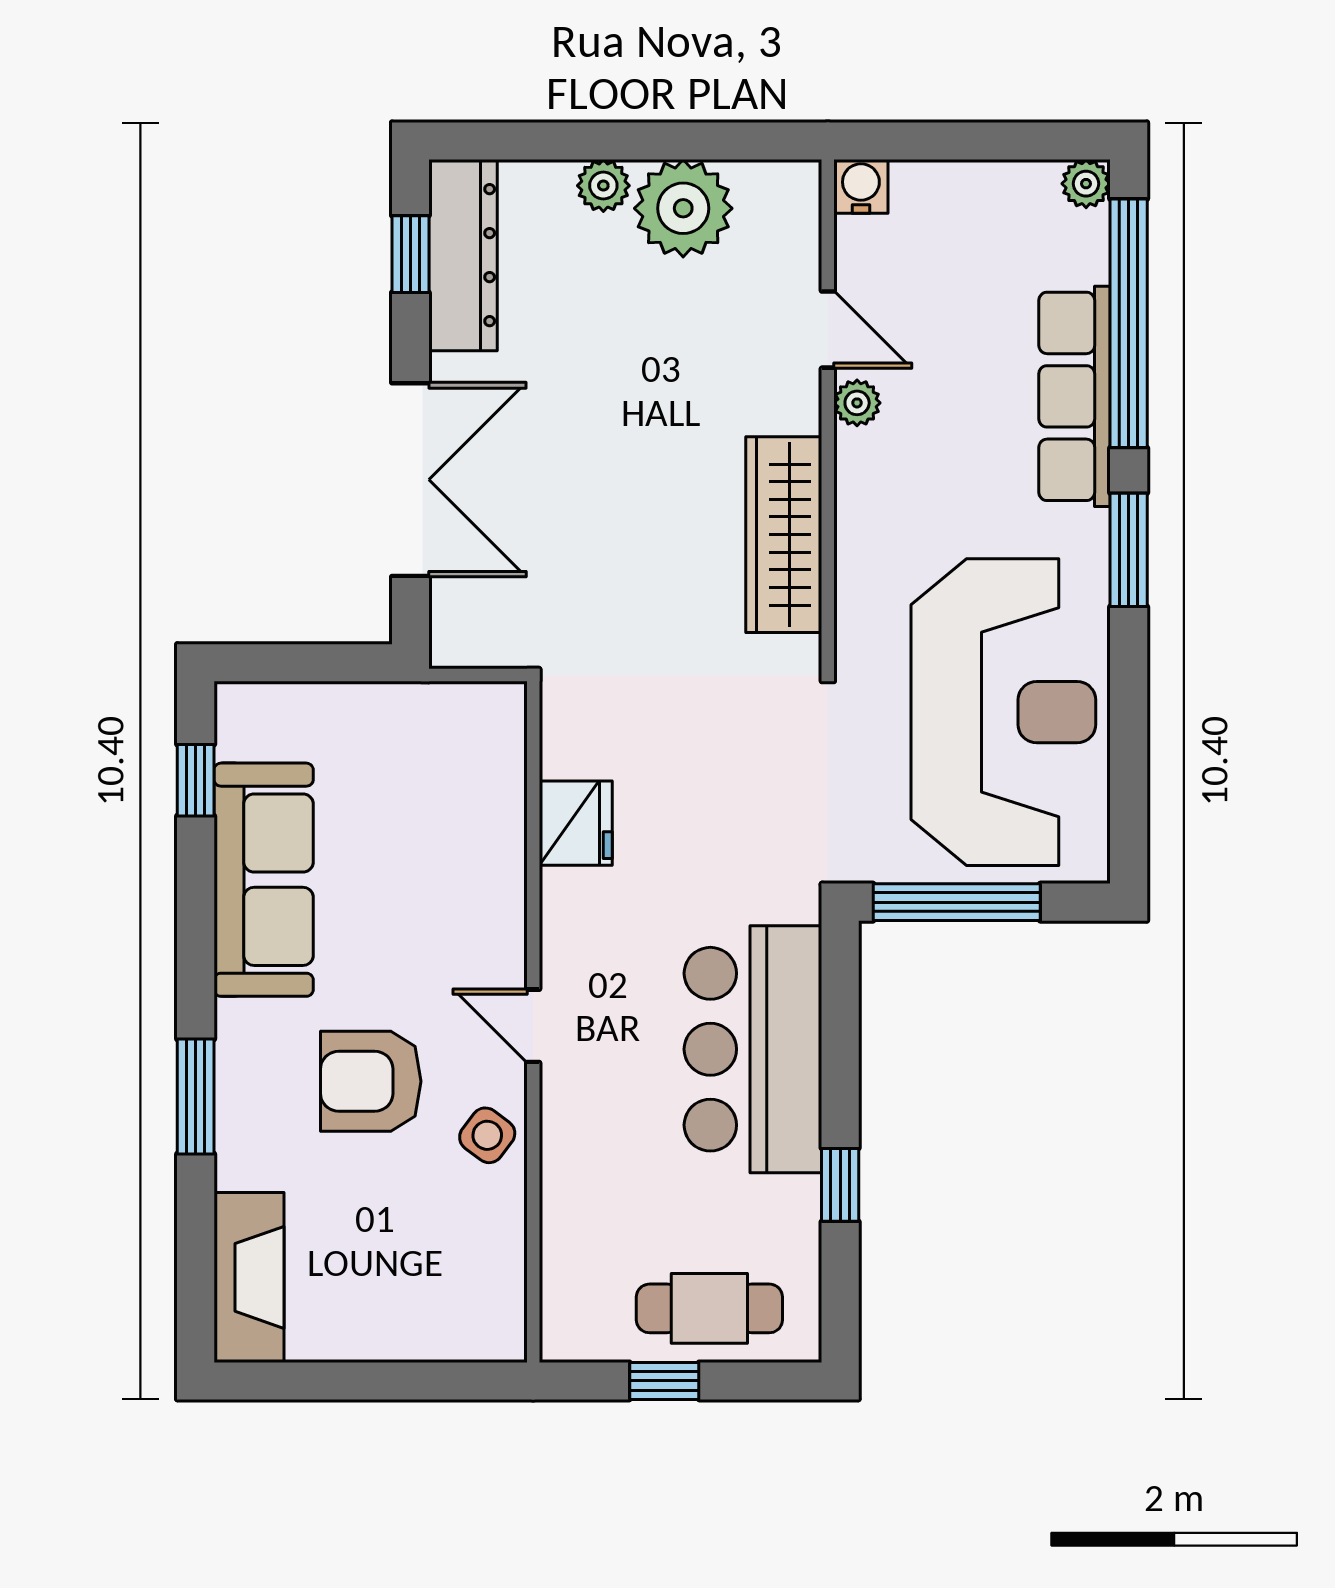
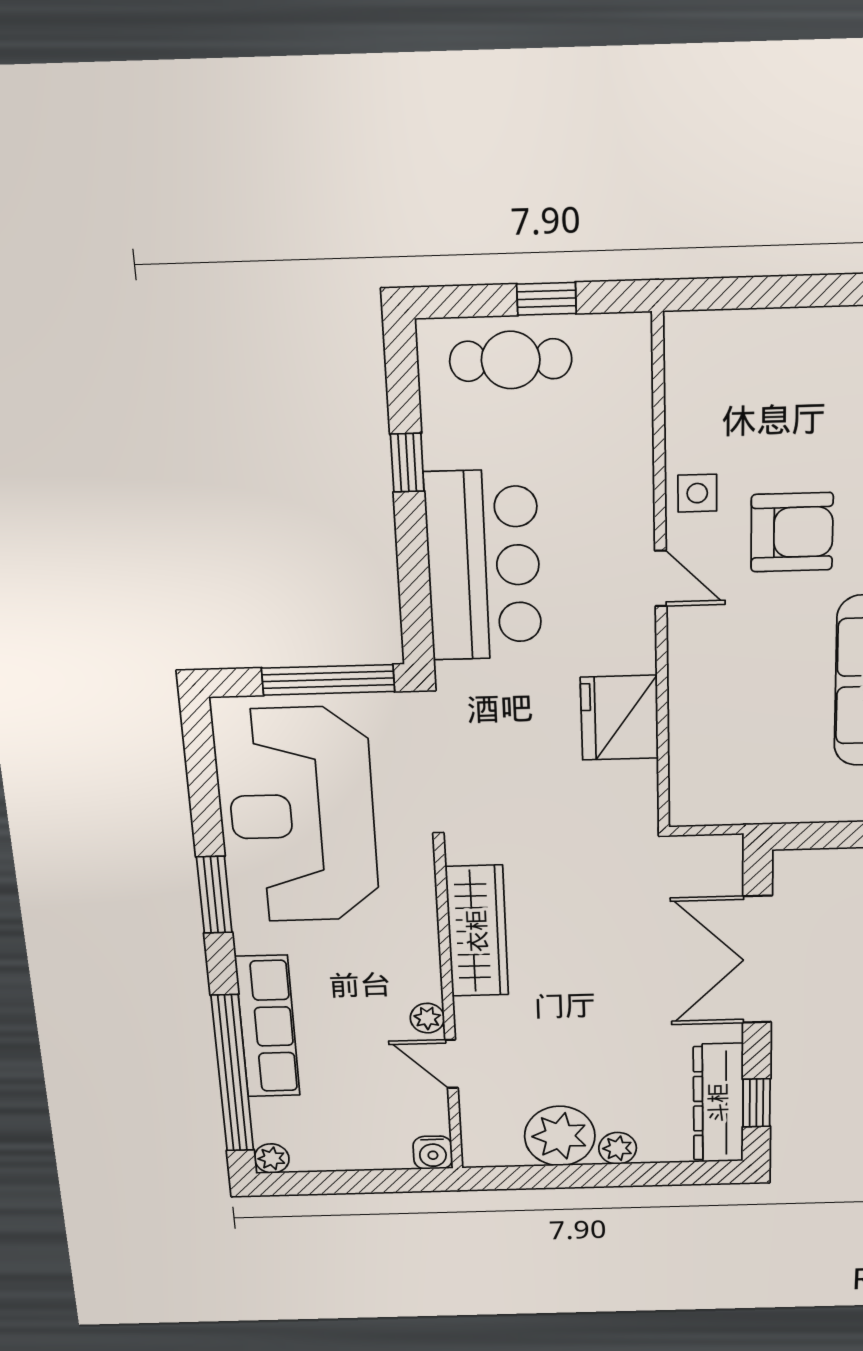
window: (1129, 550) -> (214, 895), moved
fridge: (576, 823) -> (620, 718), width x1.36, depth x1.34
side table: (487, 1135) -> (697, 493), turned -37

